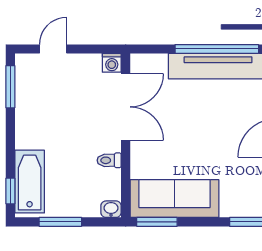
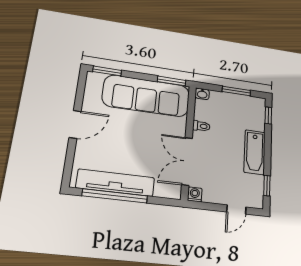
window: (10, 87) -> (267, 186), width x0.67
bathtub: (30, 182) -> (255, 152), moved
sofa: (174, 199) -> (146, 96), width x1.36, depth x1.27

